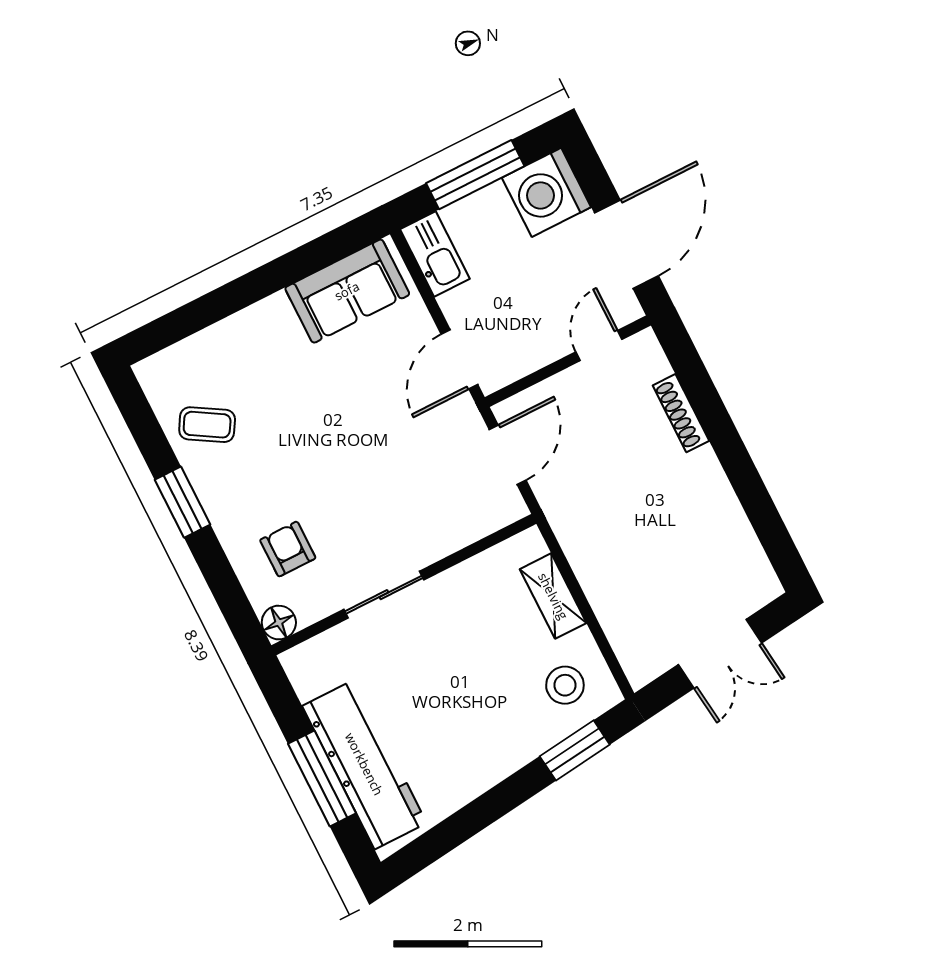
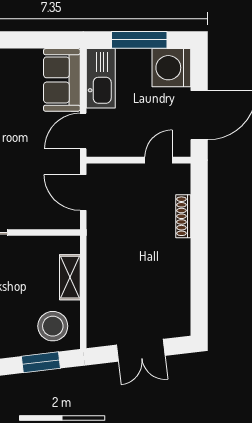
kitchen sink: (435, 254) -> (101, 78), width x1.36, depth x1.24
sofa: (347, 291) -> (62, 80), moved, turned 90
door: (508, 455) -> (83, 193), swing flipped
stool: (565, 685) -> (53, 326), width x1.38, depth x1.38

